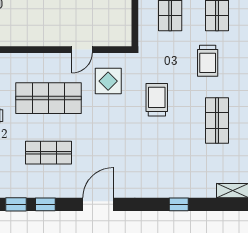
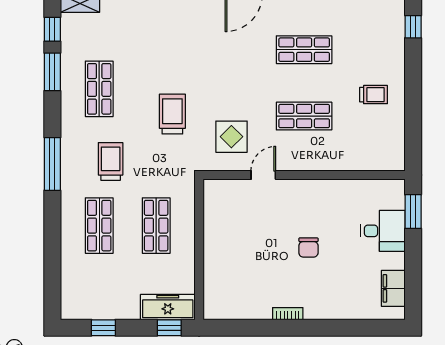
shop shelf: (48, 98) -> (304, 116), width x0.70, depth x0.74
trolley: (157, 100) -> (172, 114), turned 180

